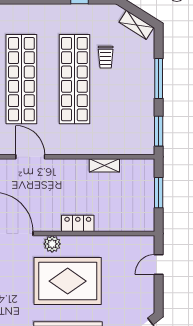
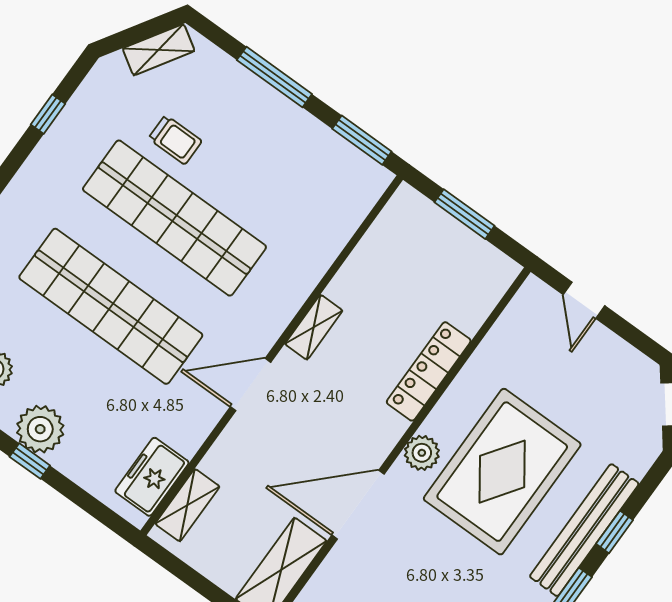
shelving: (104, 165) -> (314, 327), moved
locker: (78, 223) -> (429, 371), width x1.53

